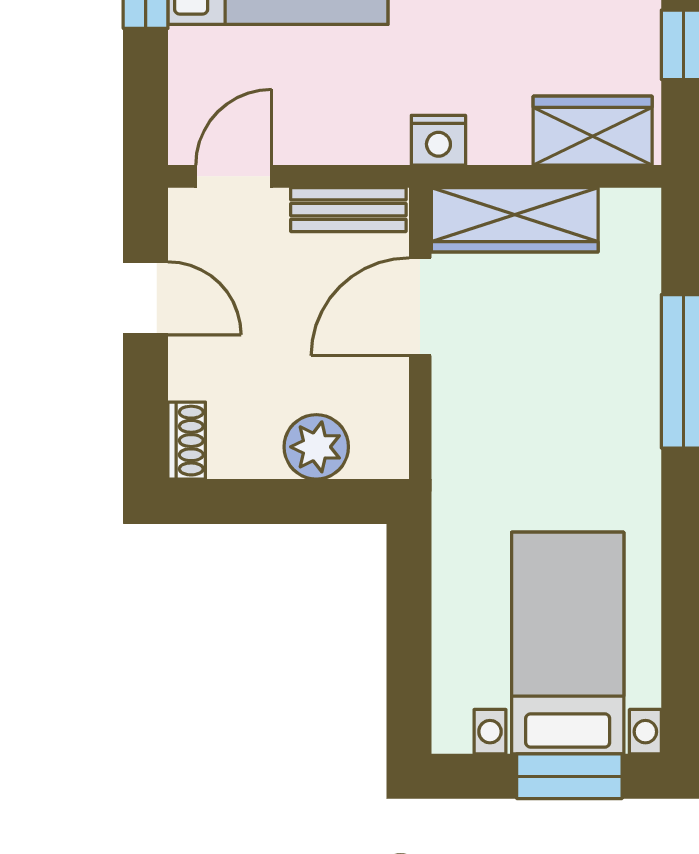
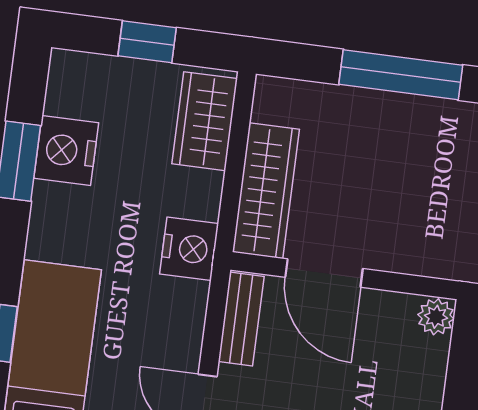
nightstand: (438, 140) -> (189, 249), width x1.36, depth x1.33
plant: (316, 447) -> (436, 317), moved, width x0.73, depth x0.73

